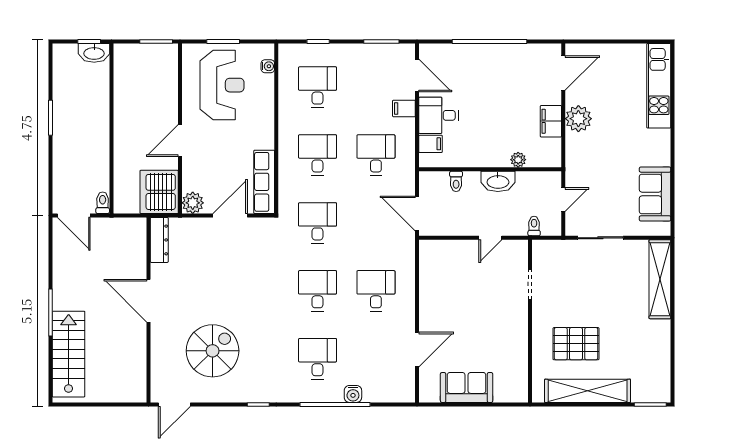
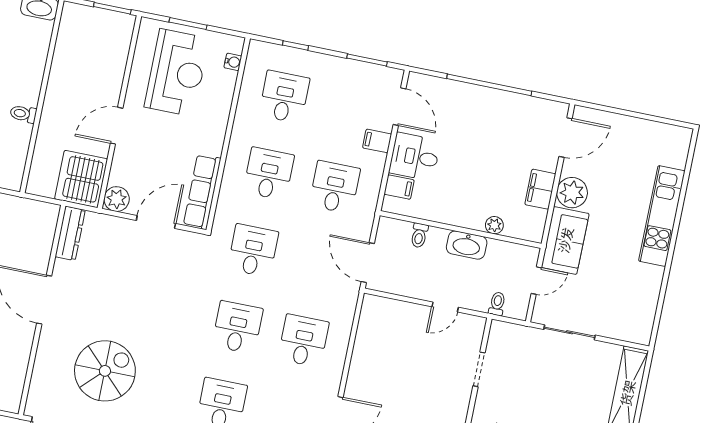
kitchen unit: (659, 86) -> (662, 216), moved
sofa: (655, 194) -> (565, 240), moved, turned 180
toilet: (103, 203) -> (23, 114), moved, turned -90

